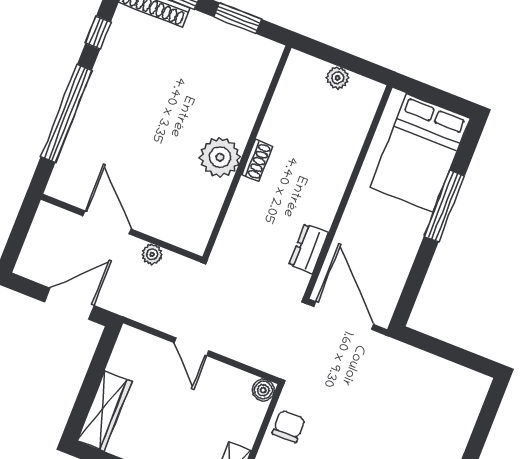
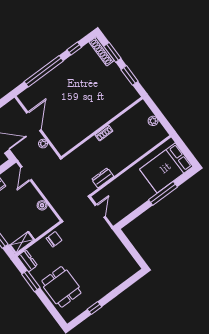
plant: (220, 157) -> (91, 123), removed
door: (344, 316) -> (100, 211), width x0.53
door: (192, 347) -> (26, 174), moved
boiler: (263, 390) -> (42, 205), moved

